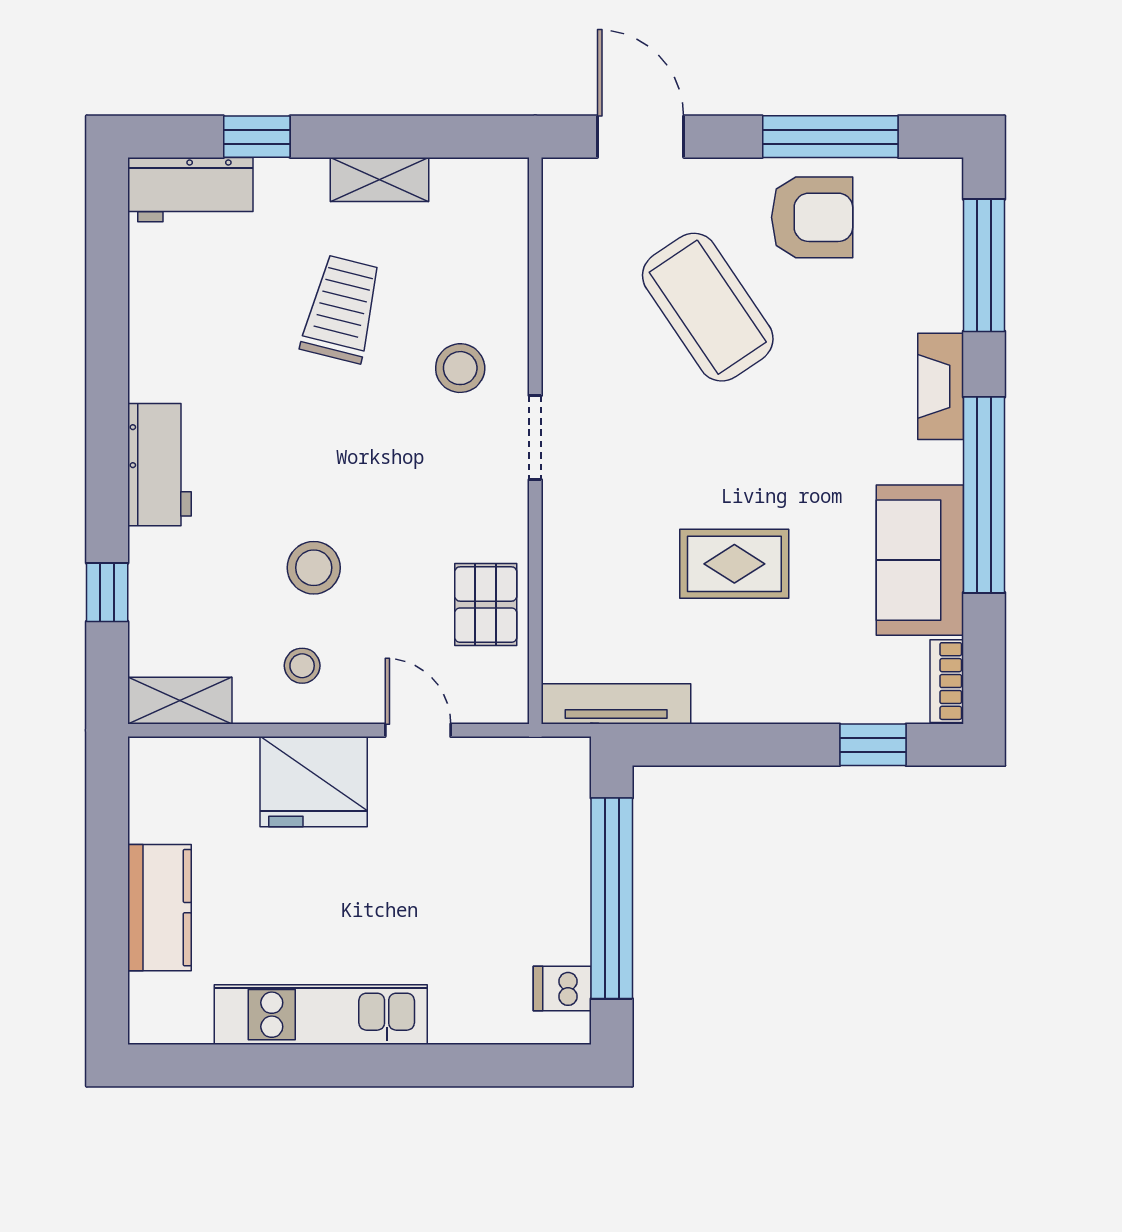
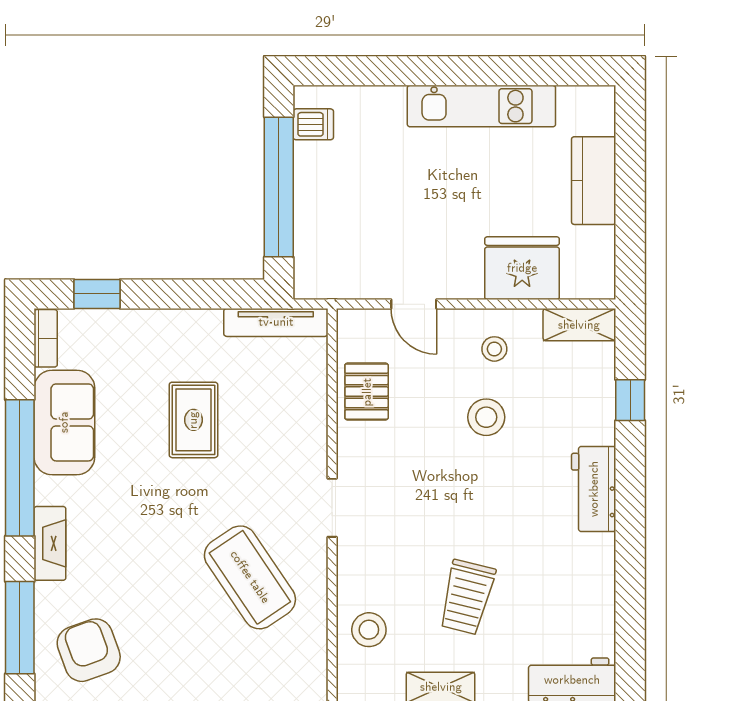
armchair: (812, 217) -> (89, 650), moved, turned 70
coffee table: (708, 307) -> (250, 577), moved
stool: (460, 368) -> (369, 630), moved
rug: (734, 564) -> (193, 420), turned 90
fridge: (314, 782) -> (522, 268), moved

